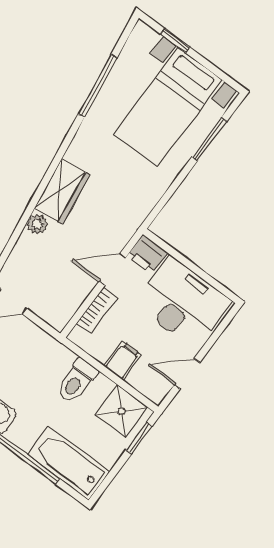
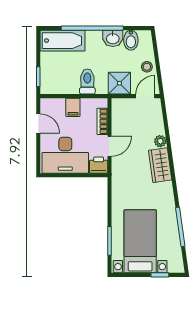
door: (187, 374) -> (38, 124), hinge flipped
shower: (122, 411) -> (119, 83), moved

